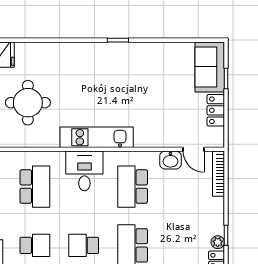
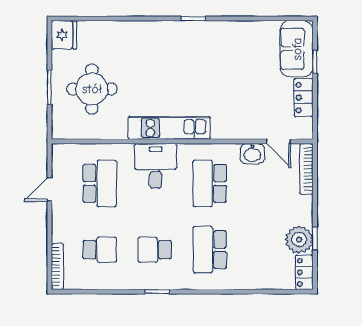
plant: (218, 242) -> (299, 240), width x1.88, depth x1.88

